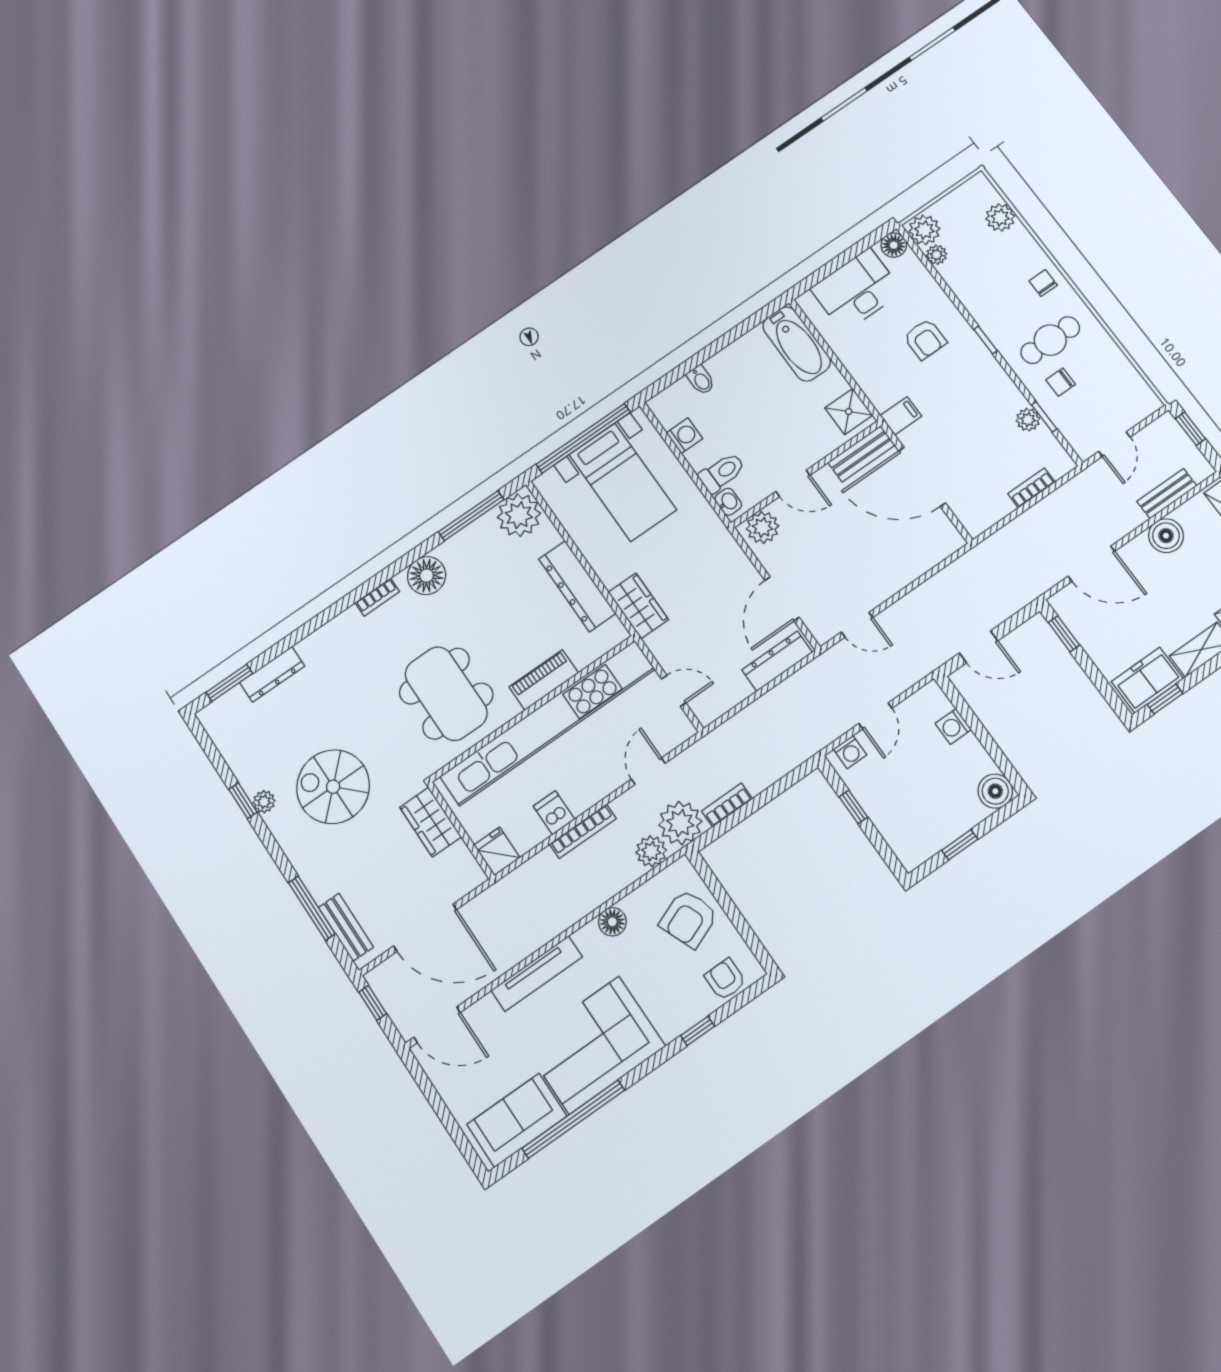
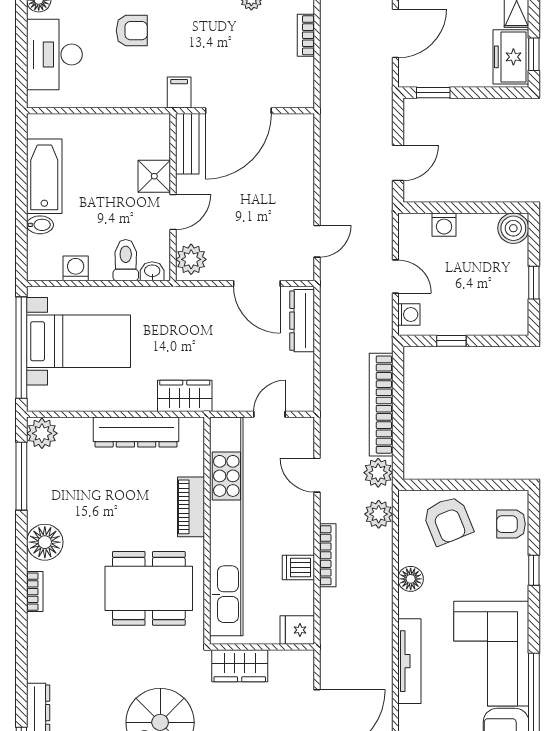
bathtub: (797, 344) -> (44, 176), moved, turned -90
shower: (849, 412) -> (154, 176), moved
plant: (519, 515) -> (42, 433), width x0.73, depth x0.73
bookcase: (727, 805) -> (381, 405), width x2.31, depth x1.31
plant: (680, 823) -> (378, 473), width x0.73, depth x0.73

